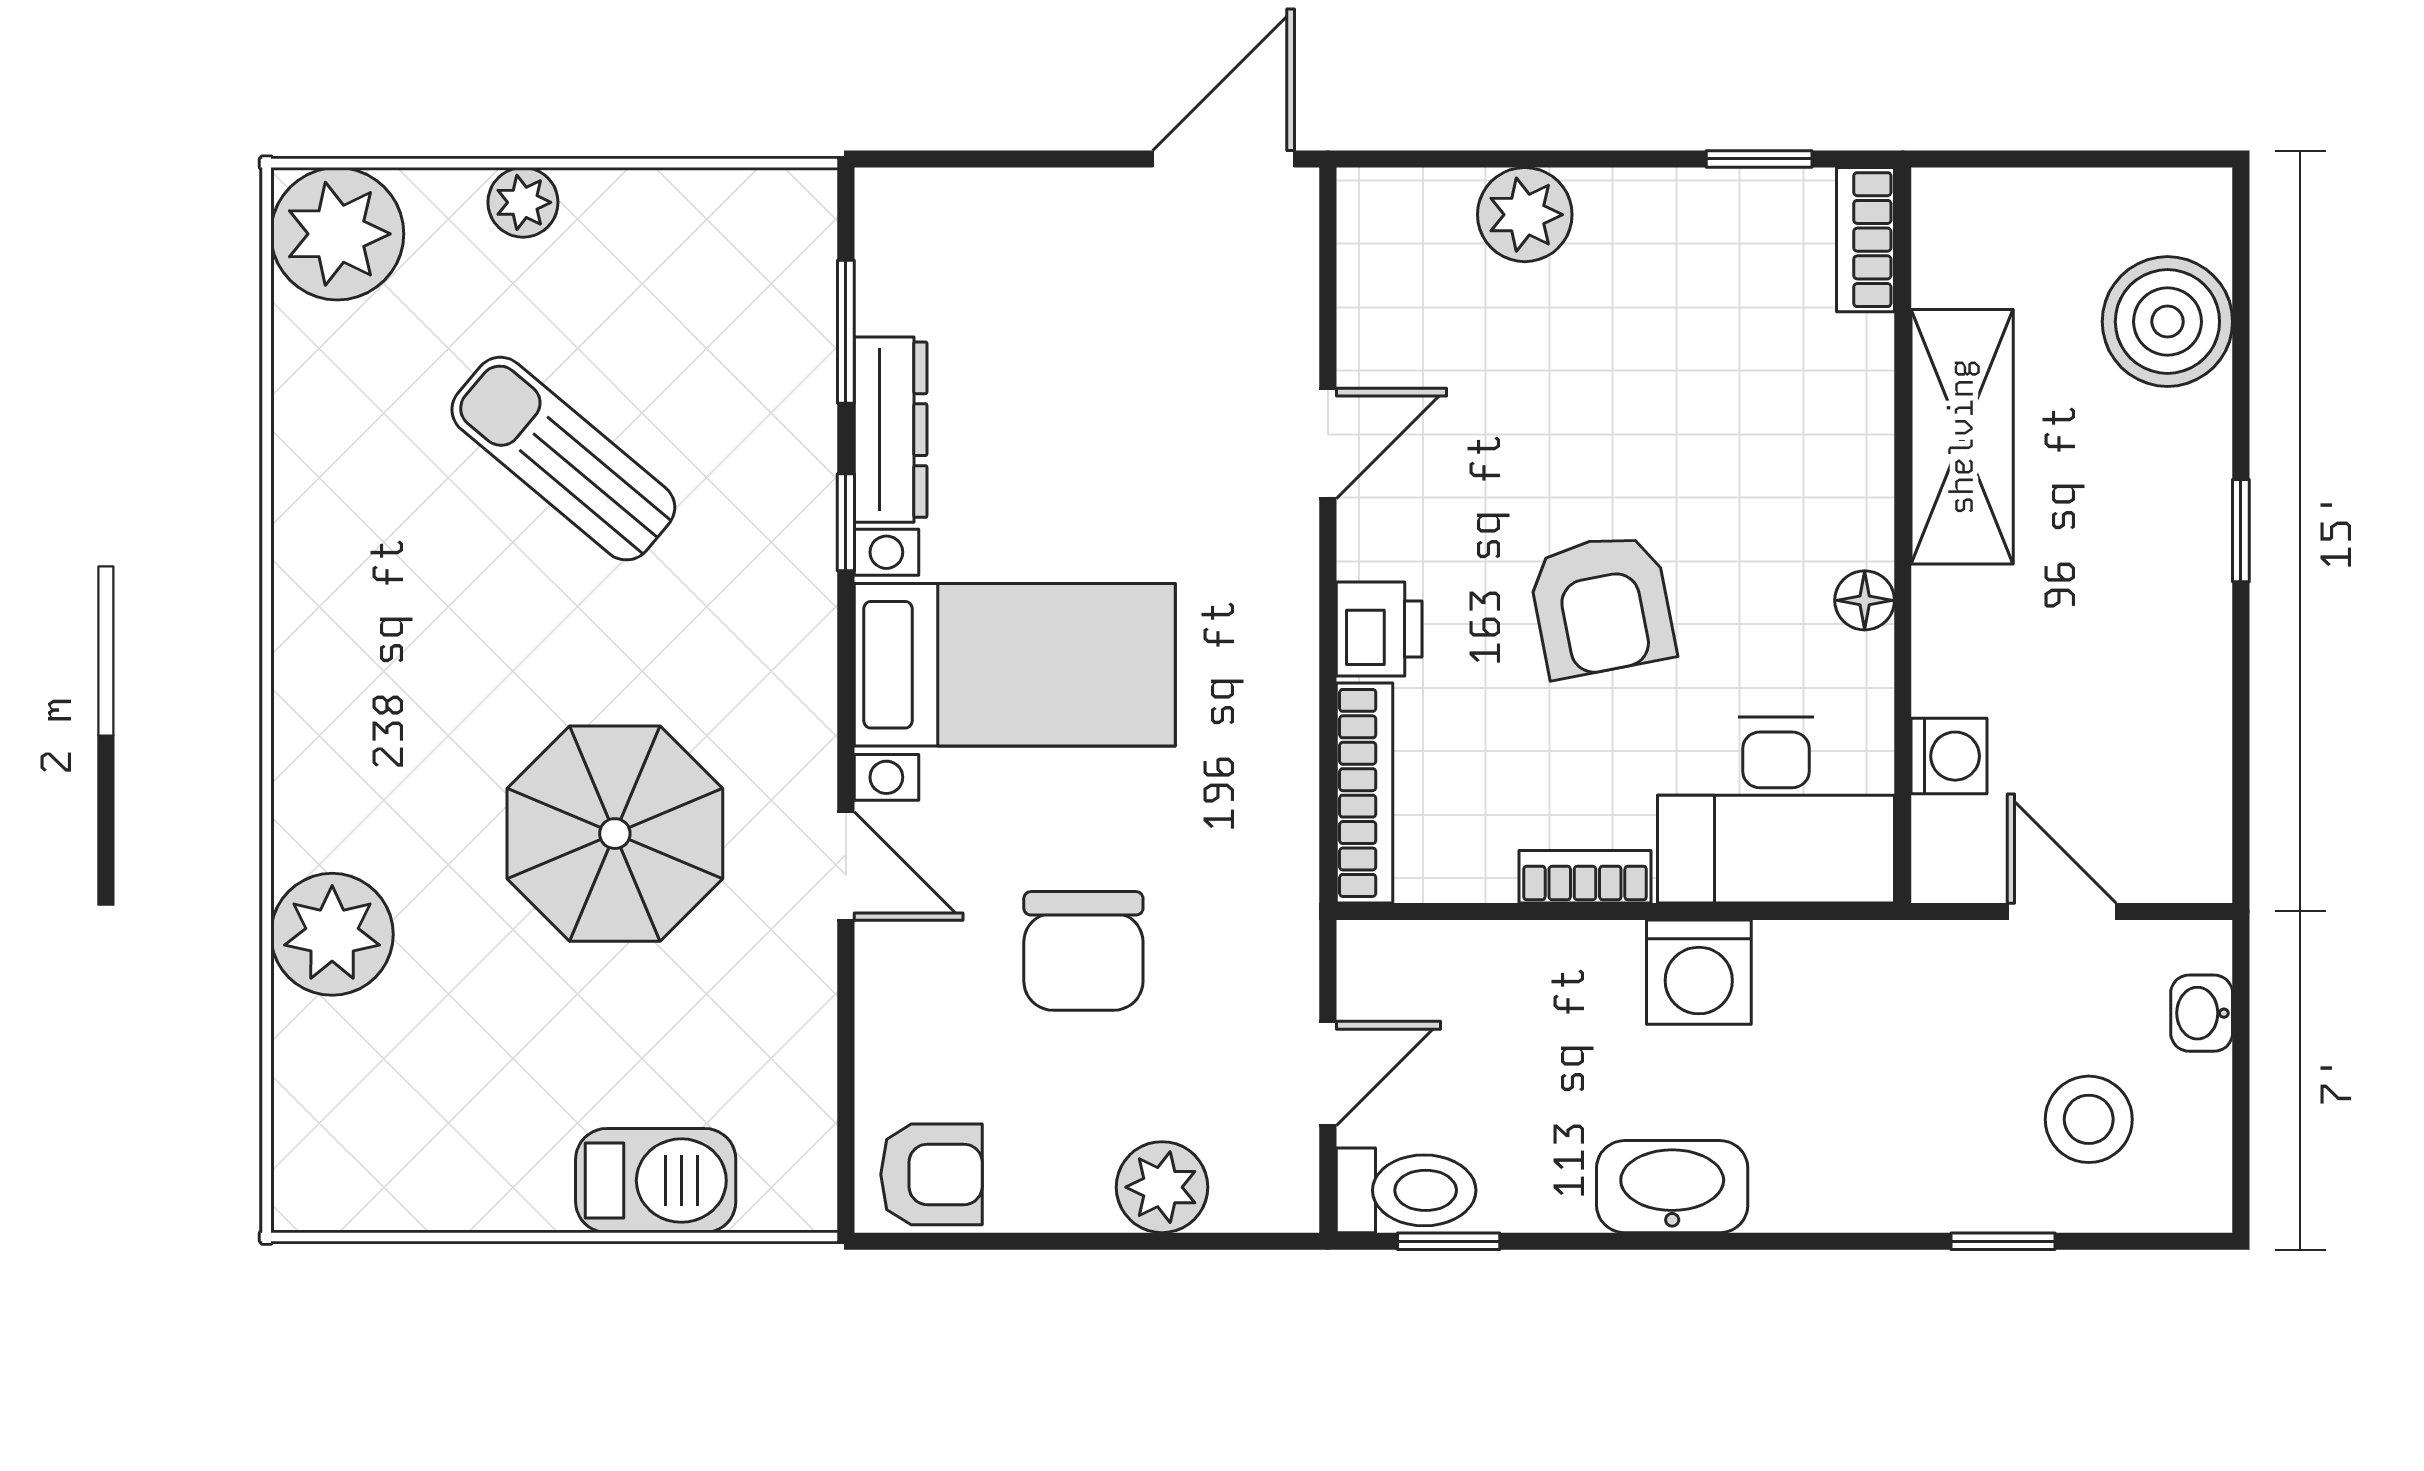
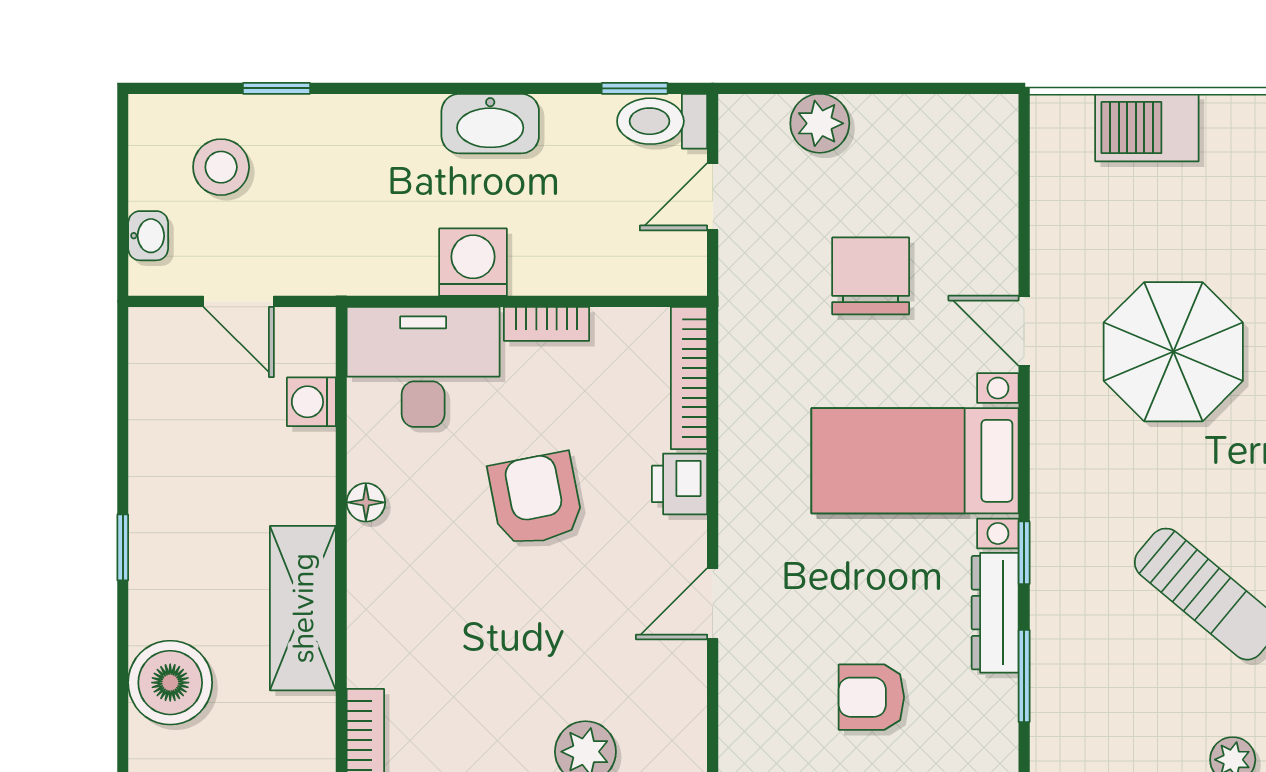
armchair: (931, 1174) -> (871, 697), moved

